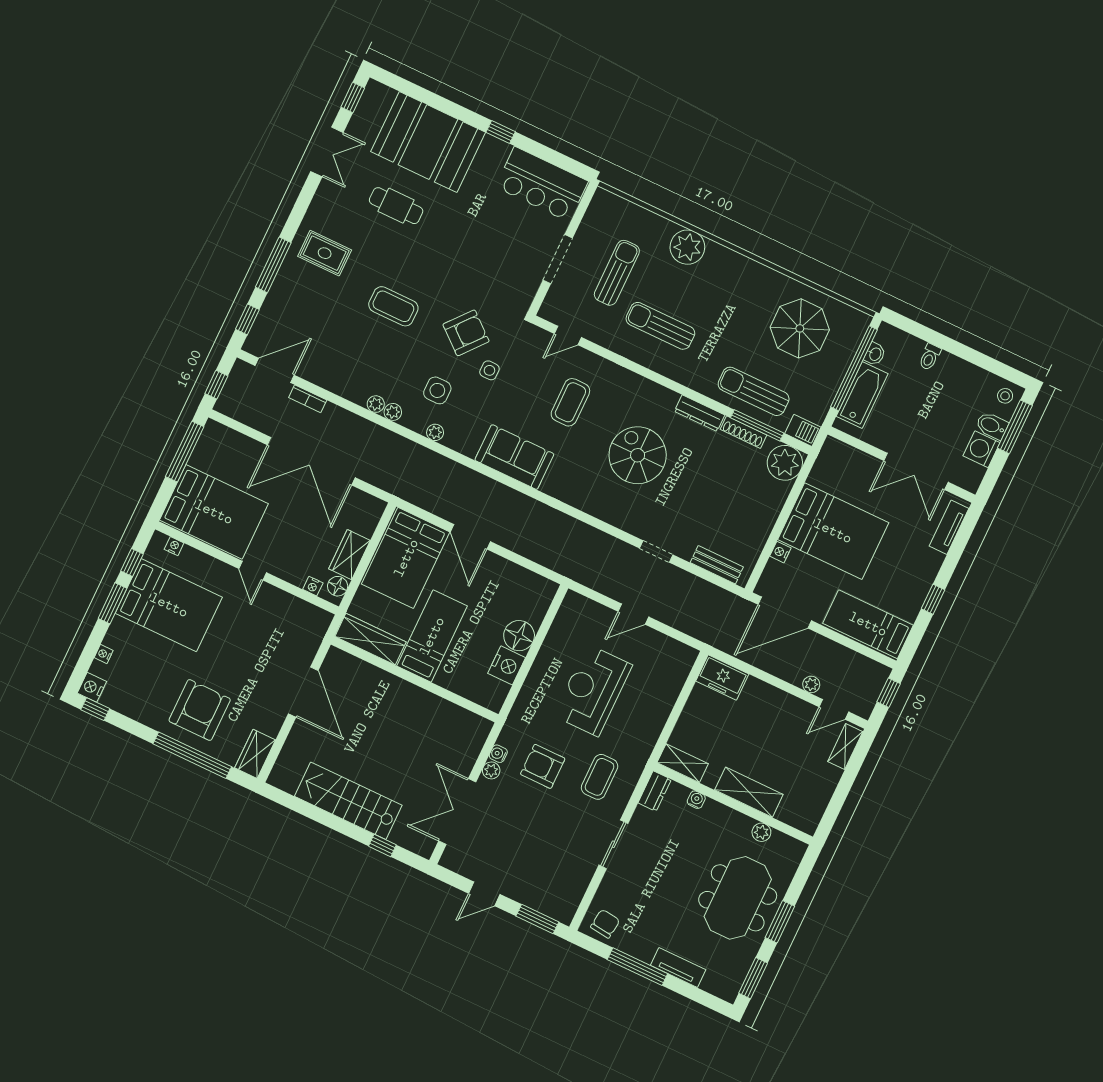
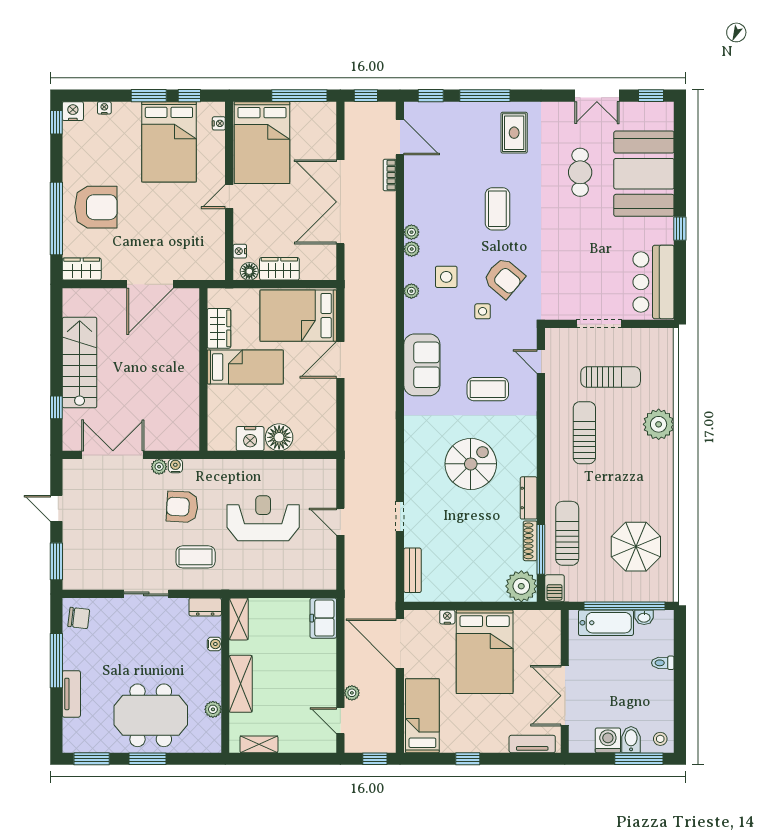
wardrobe: (370, 639) -> (219, 328), width x0.67
shelving: (845, 747) -> (259, 744), moved
armchair: (543, 766) -> (182, 507), turned -87

